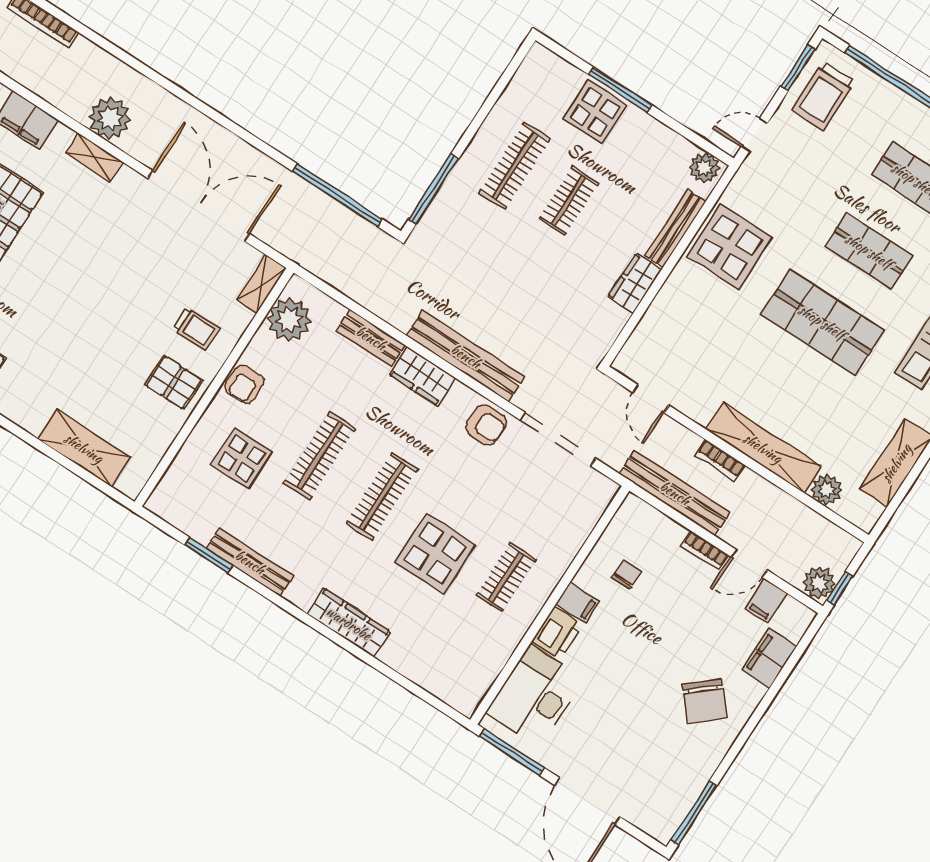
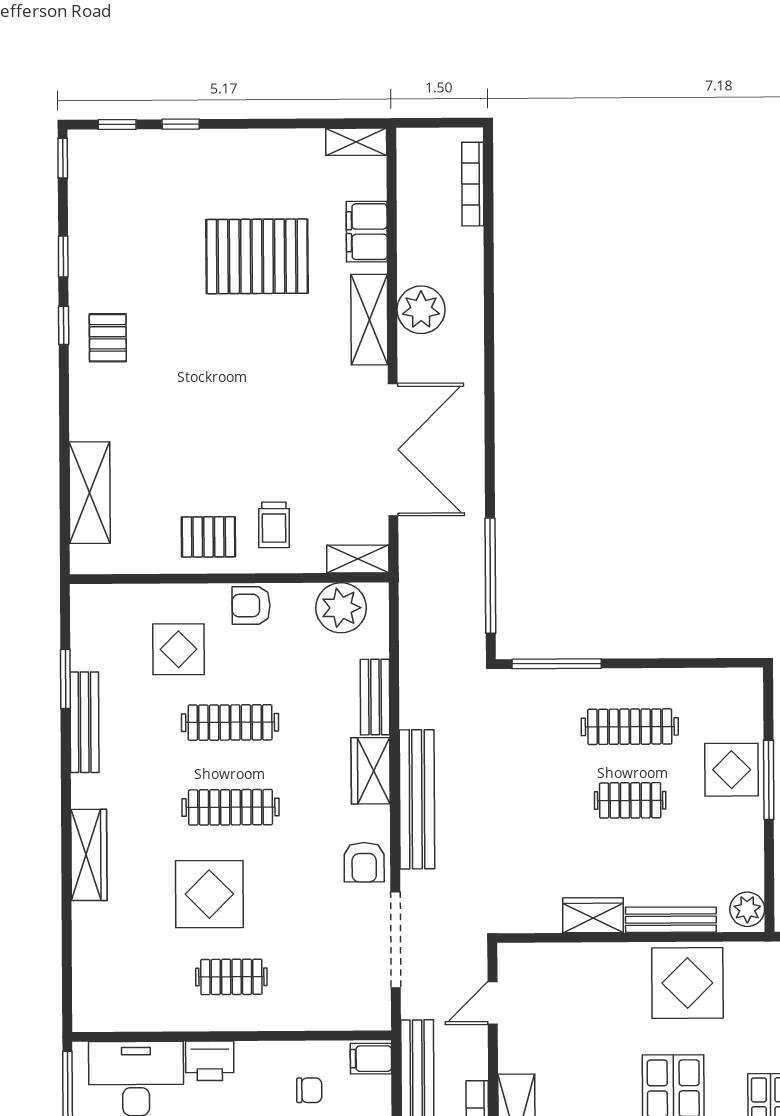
shelving: (94, 157) -> (369, 320), width x1.50, depth x1.33
pallet: (174, 383) -> (208, 537), turned 90
filing cabinet: (578, 603) -> (371, 1059), moved, turned 90

